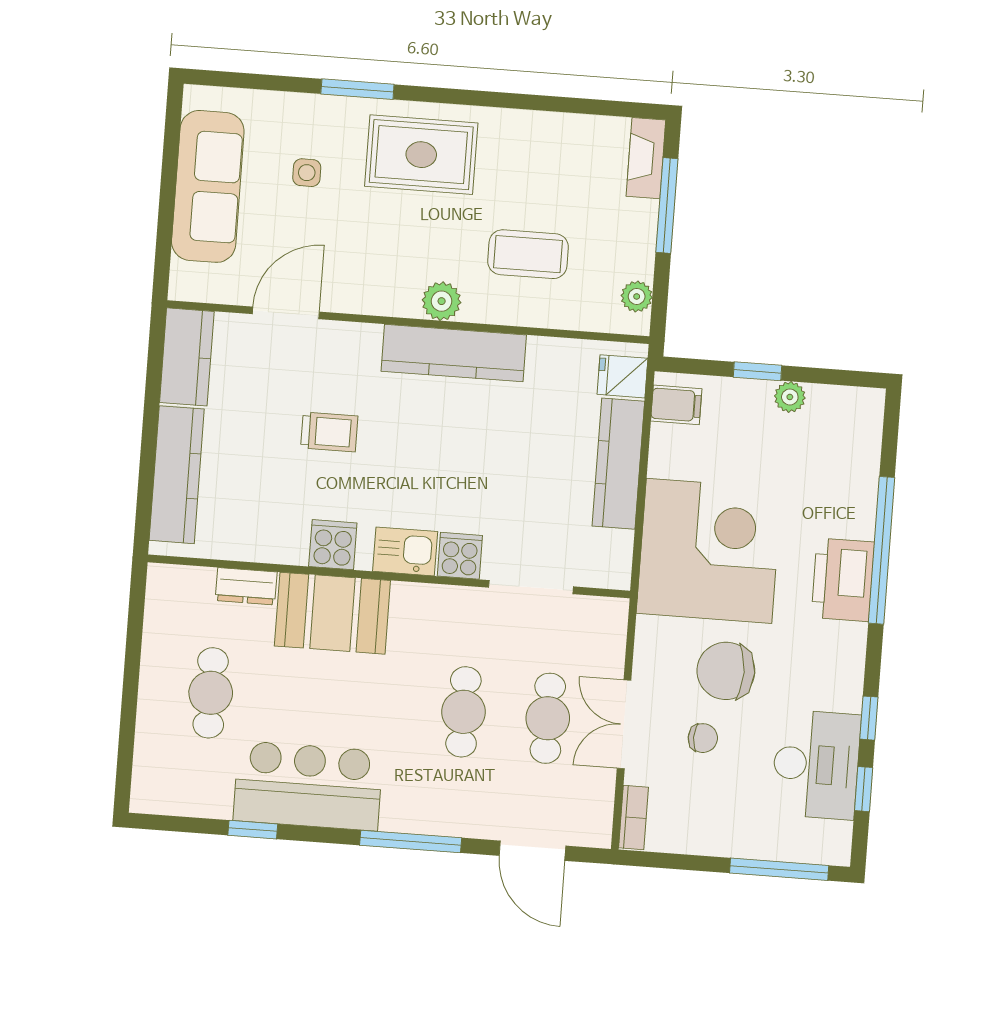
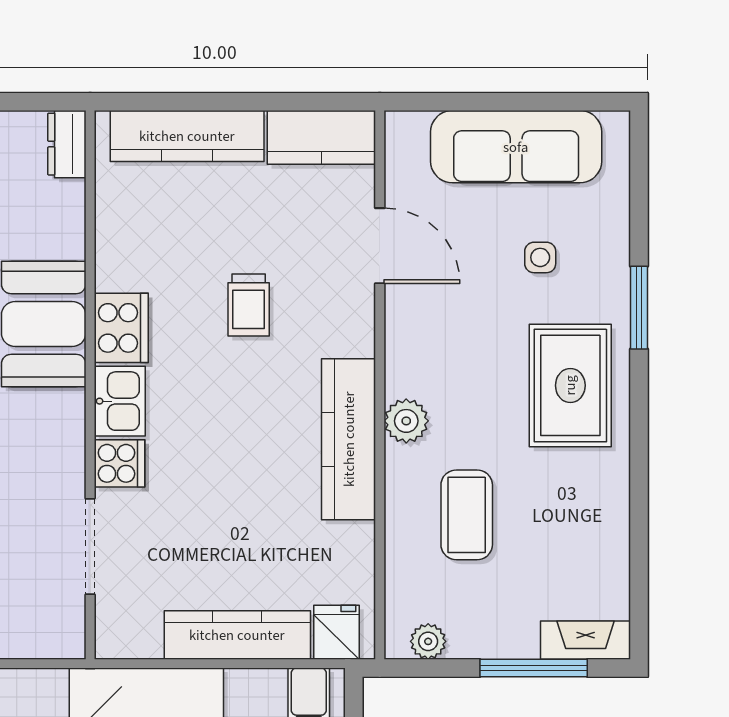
cooker: (333, 545) -> (121, 328), width x1.36
dresser: (246, 586) -> (67, 144), moved

